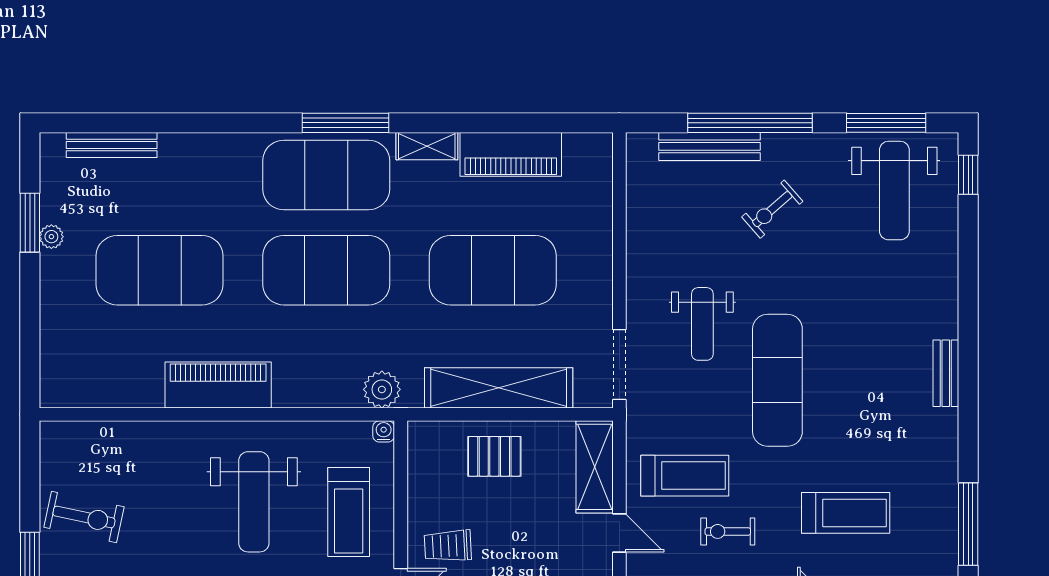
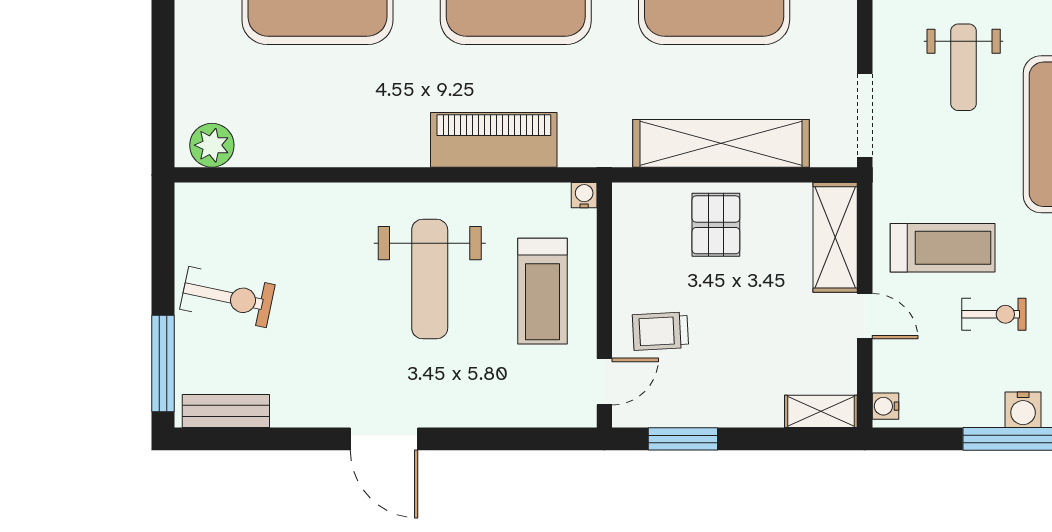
piano: (218, 385) -> (494, 140), moved
plant: (382, 389) -> (212, 145), moved
pallet: (494, 456) -> (716, 225), turned 90
exercise bike: (728, 531) -> (994, 314), turned 180

